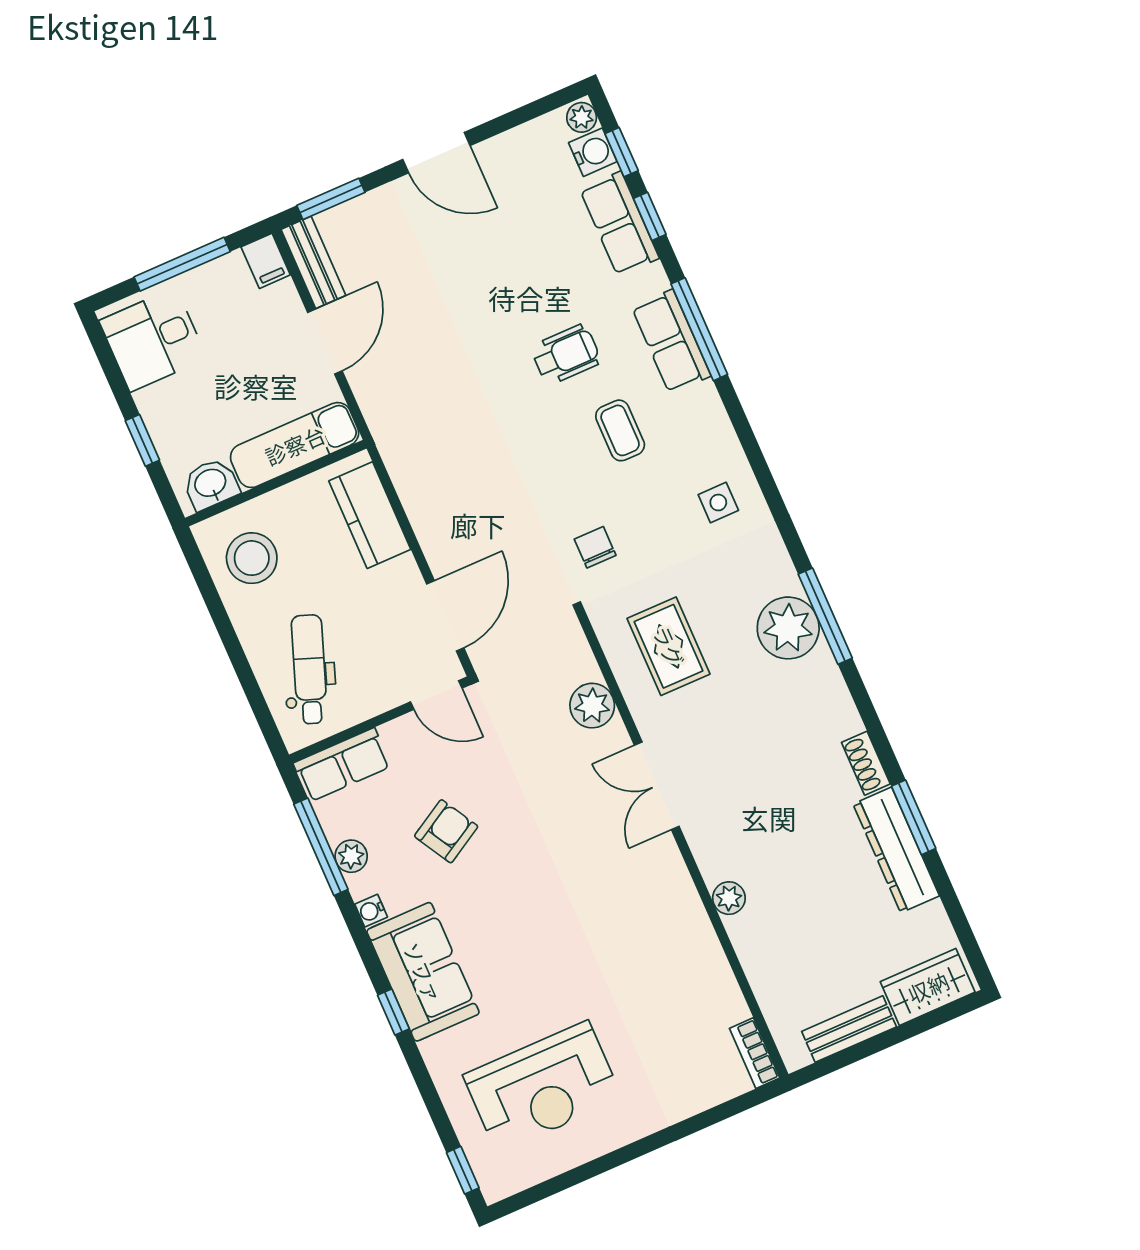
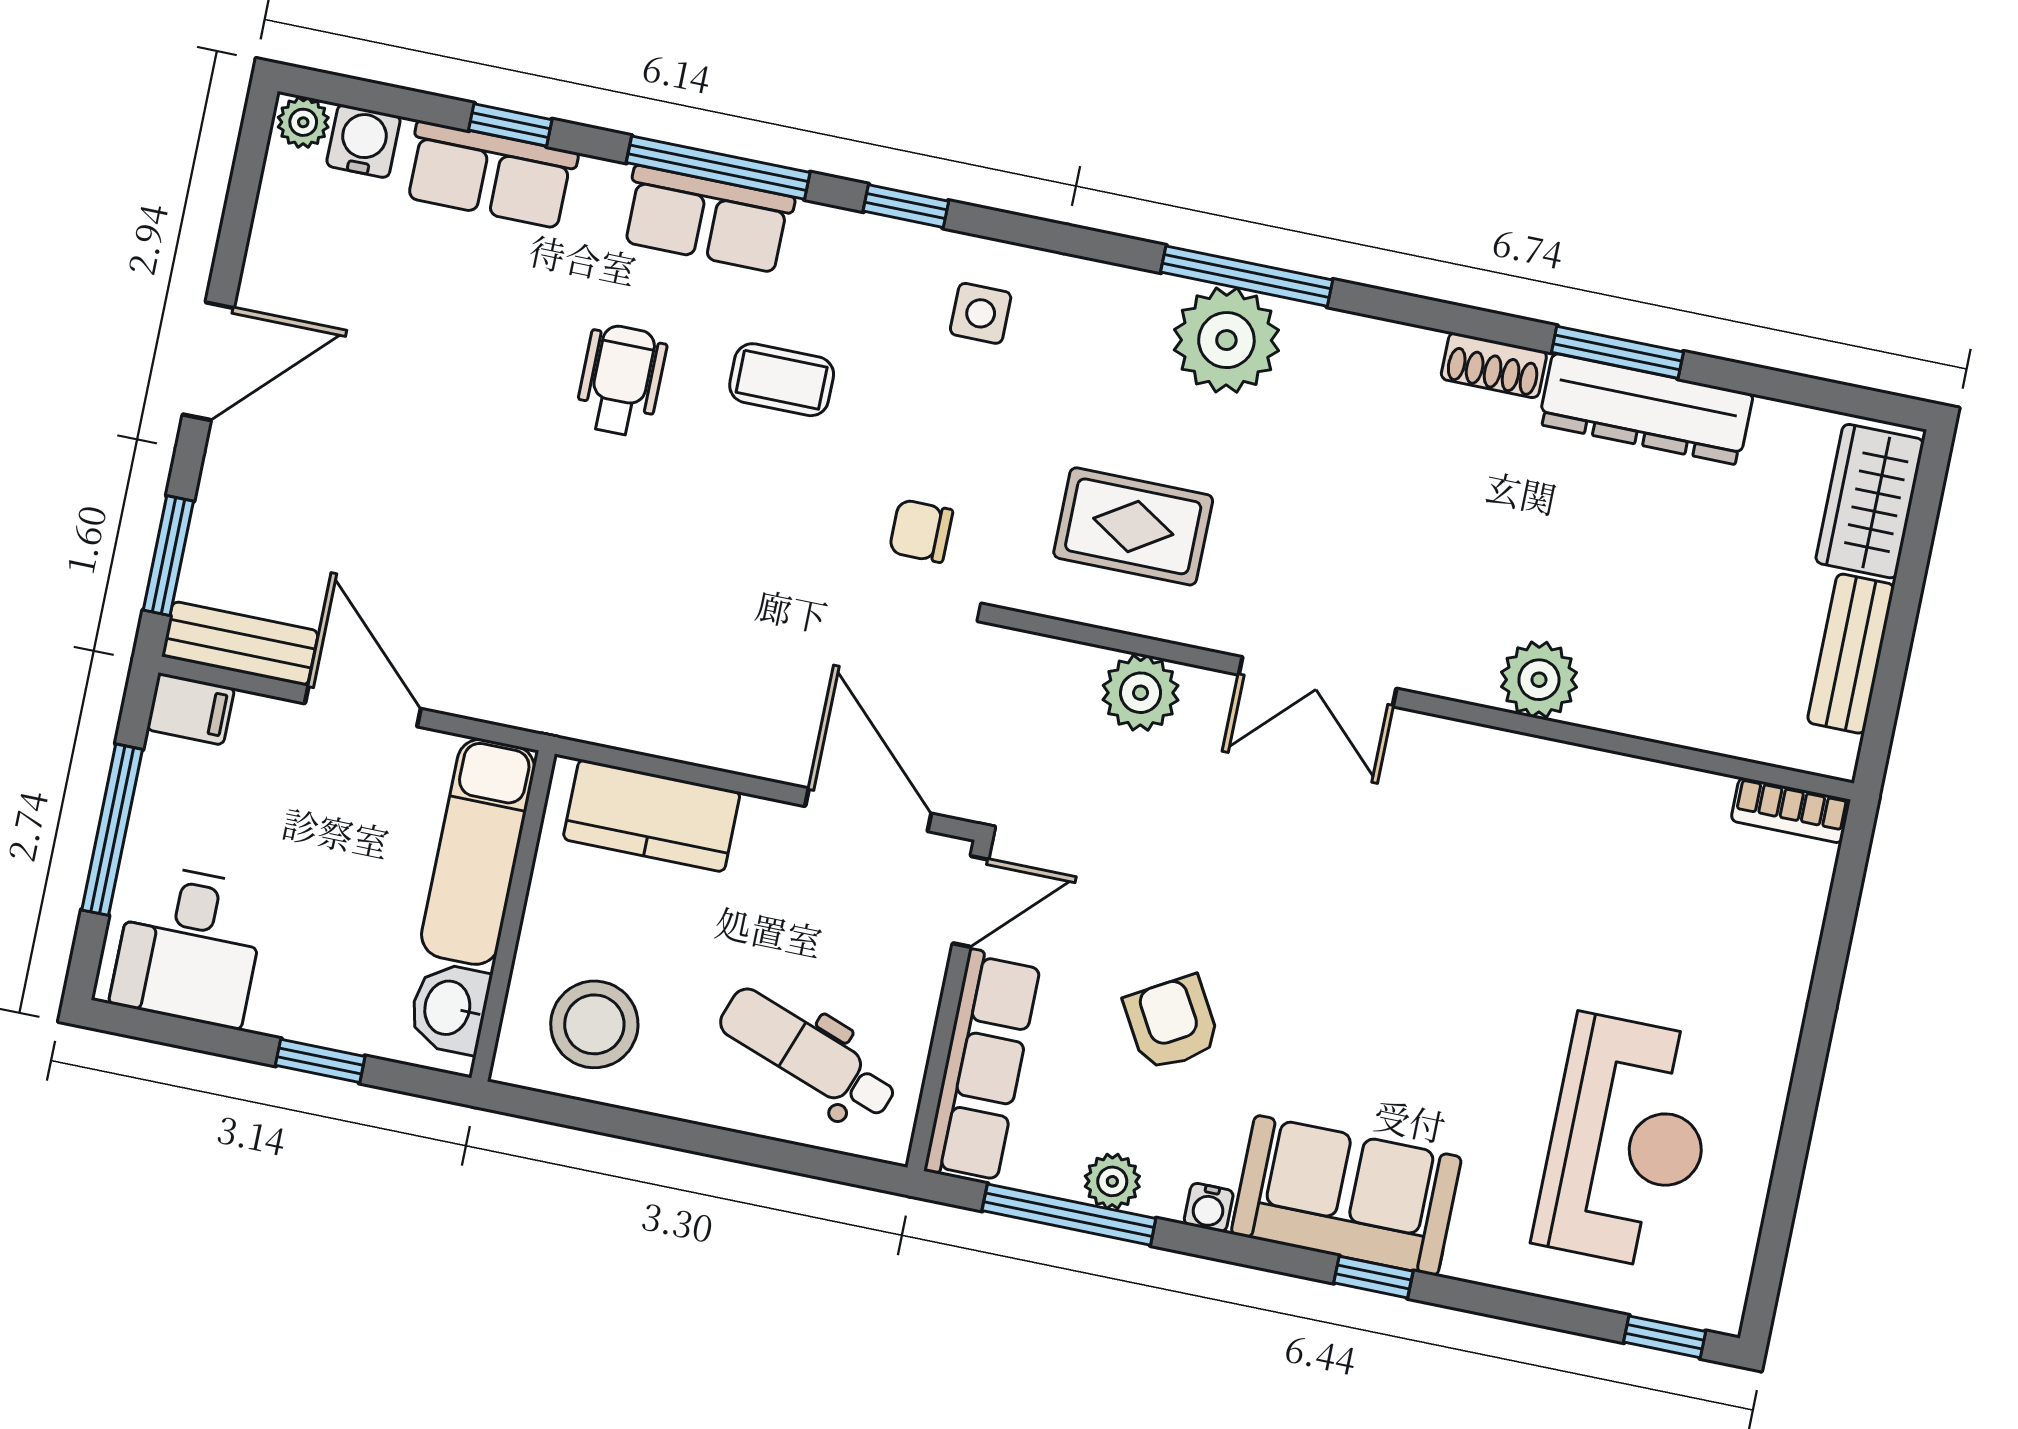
window: (622, 152) -> (906, 206), moved
row of seats: (342, 765) -> (982, 1067), width x1.48
plant: (729, 898) -> (1539, 680), width x1.38, depth x1.38

